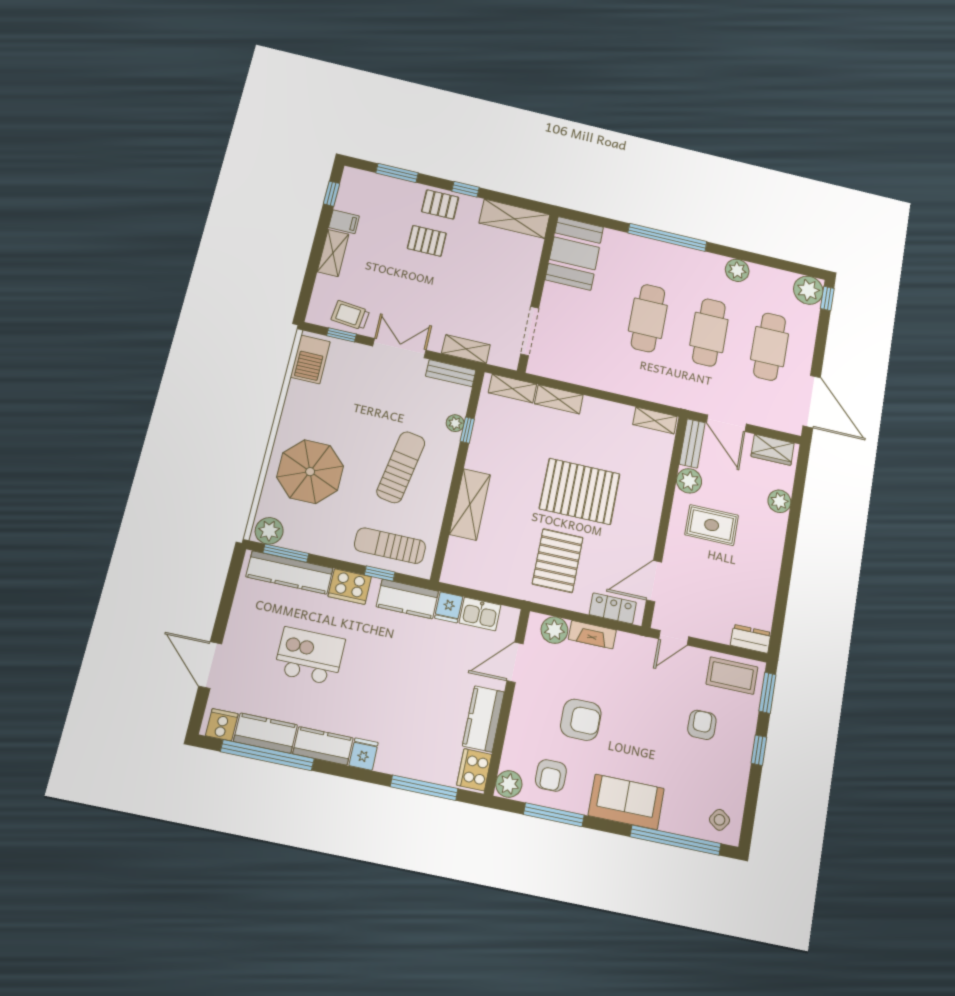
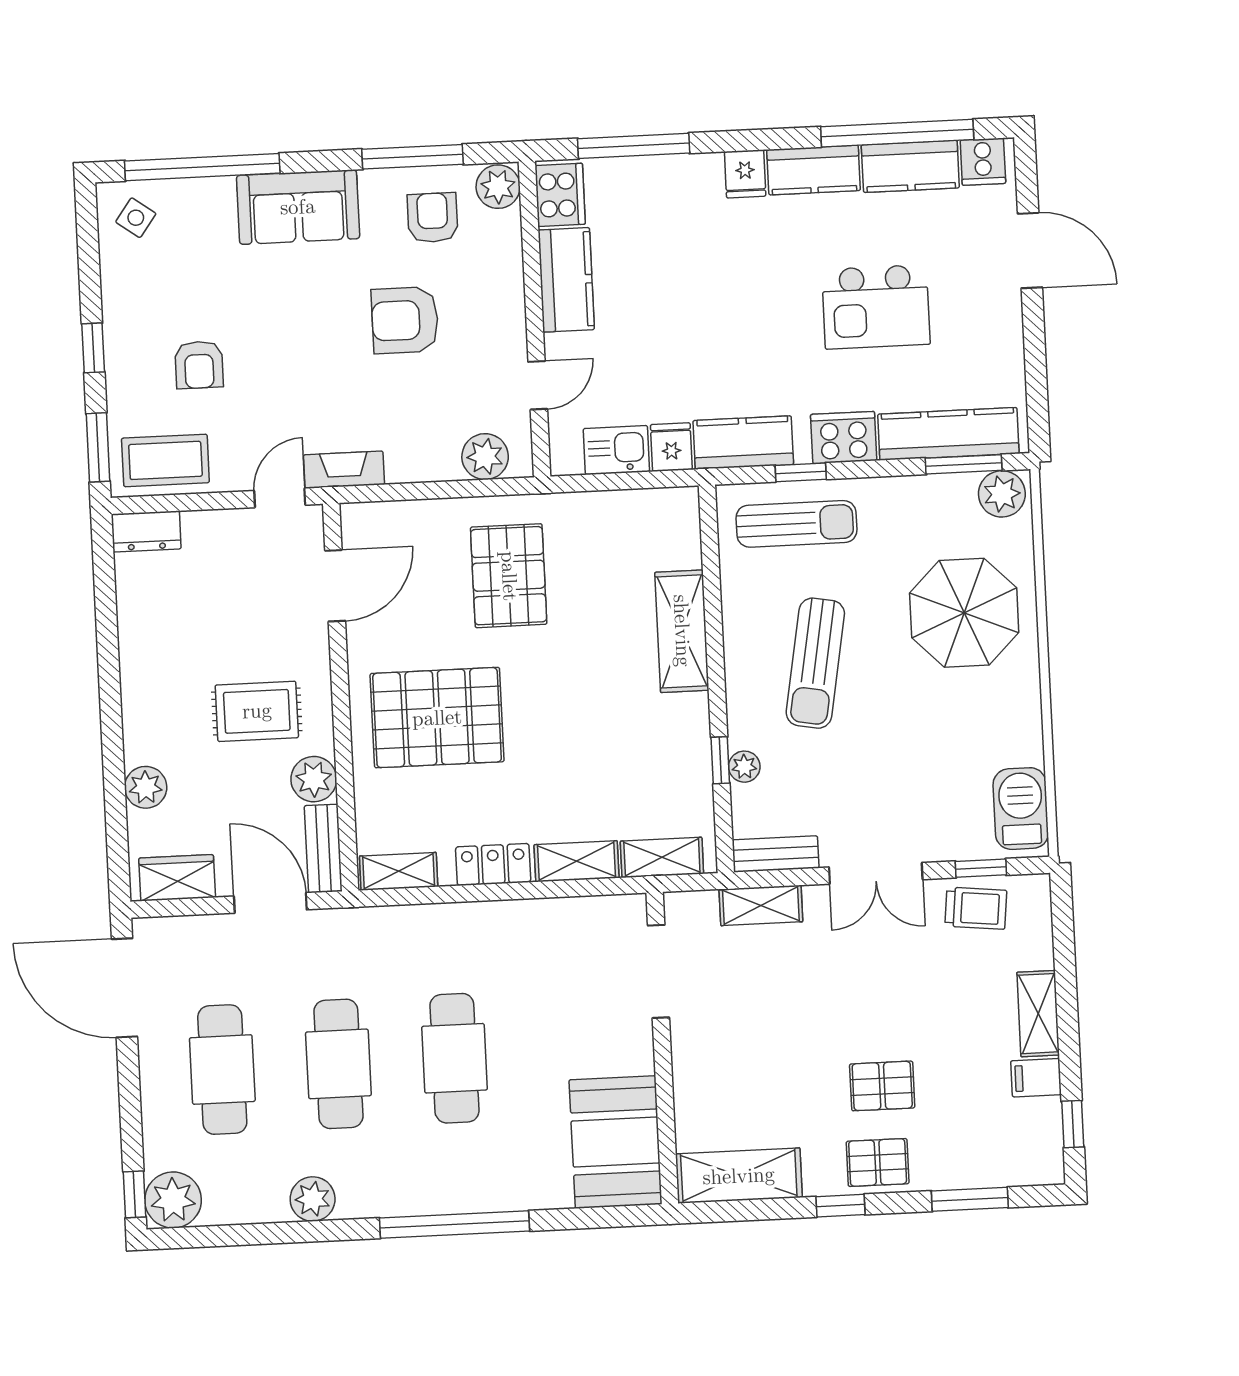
pallet: (580, 491) -> (437, 718), moved
locker: (613, 608) -> (493, 864), moved, turned 180
fireplace: (592, 635) -> (344, 470), moved
door: (515, 662) -> (538, 385), width x0.73

